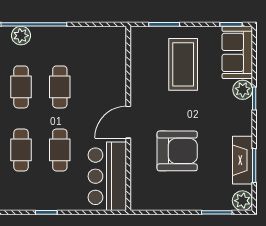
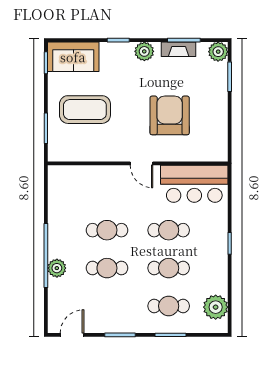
plant: (243, 90) -> (144, 51), moved
door: (128, 122) -> (141, 163), width x0.73
fireplace: (243, 160) -> (179, 49), width x0.73, depth x0.76

